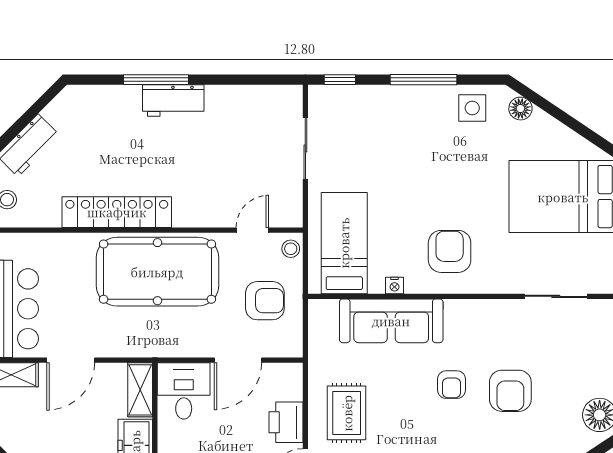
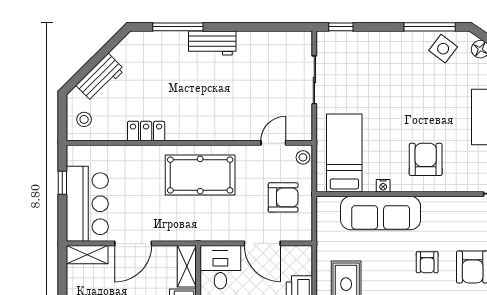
window: (156, 80) -> (178, 27), moved
window: (423, 80) -> (430, 27), moved
side table: (472, 108) -> (443, 49), turned 37
locker: (117, 212) -> (146, 131), width x0.46, depth x0.83
pool table: (157, 272) -> (200, 175), width x0.73, depth x0.76
door: (238, 360) -> (262, 243), hinge flipped

